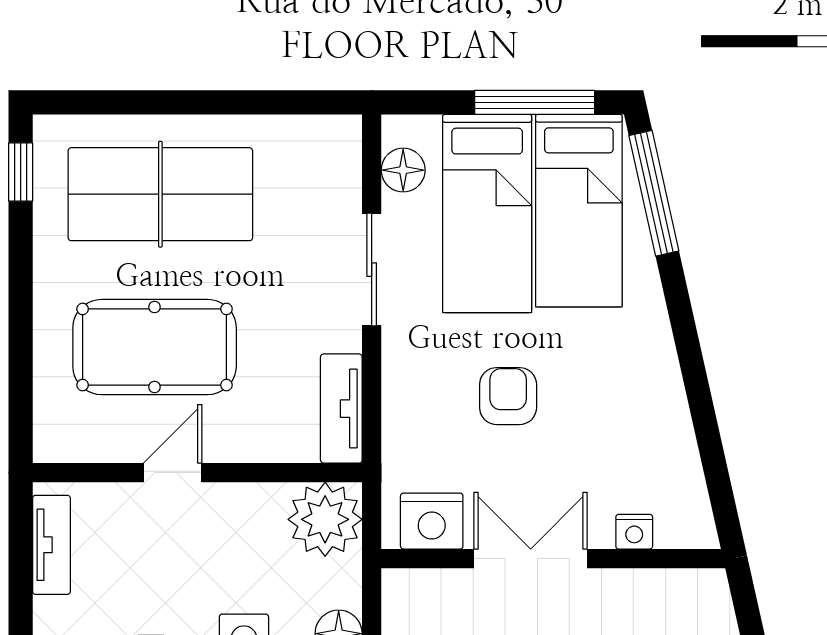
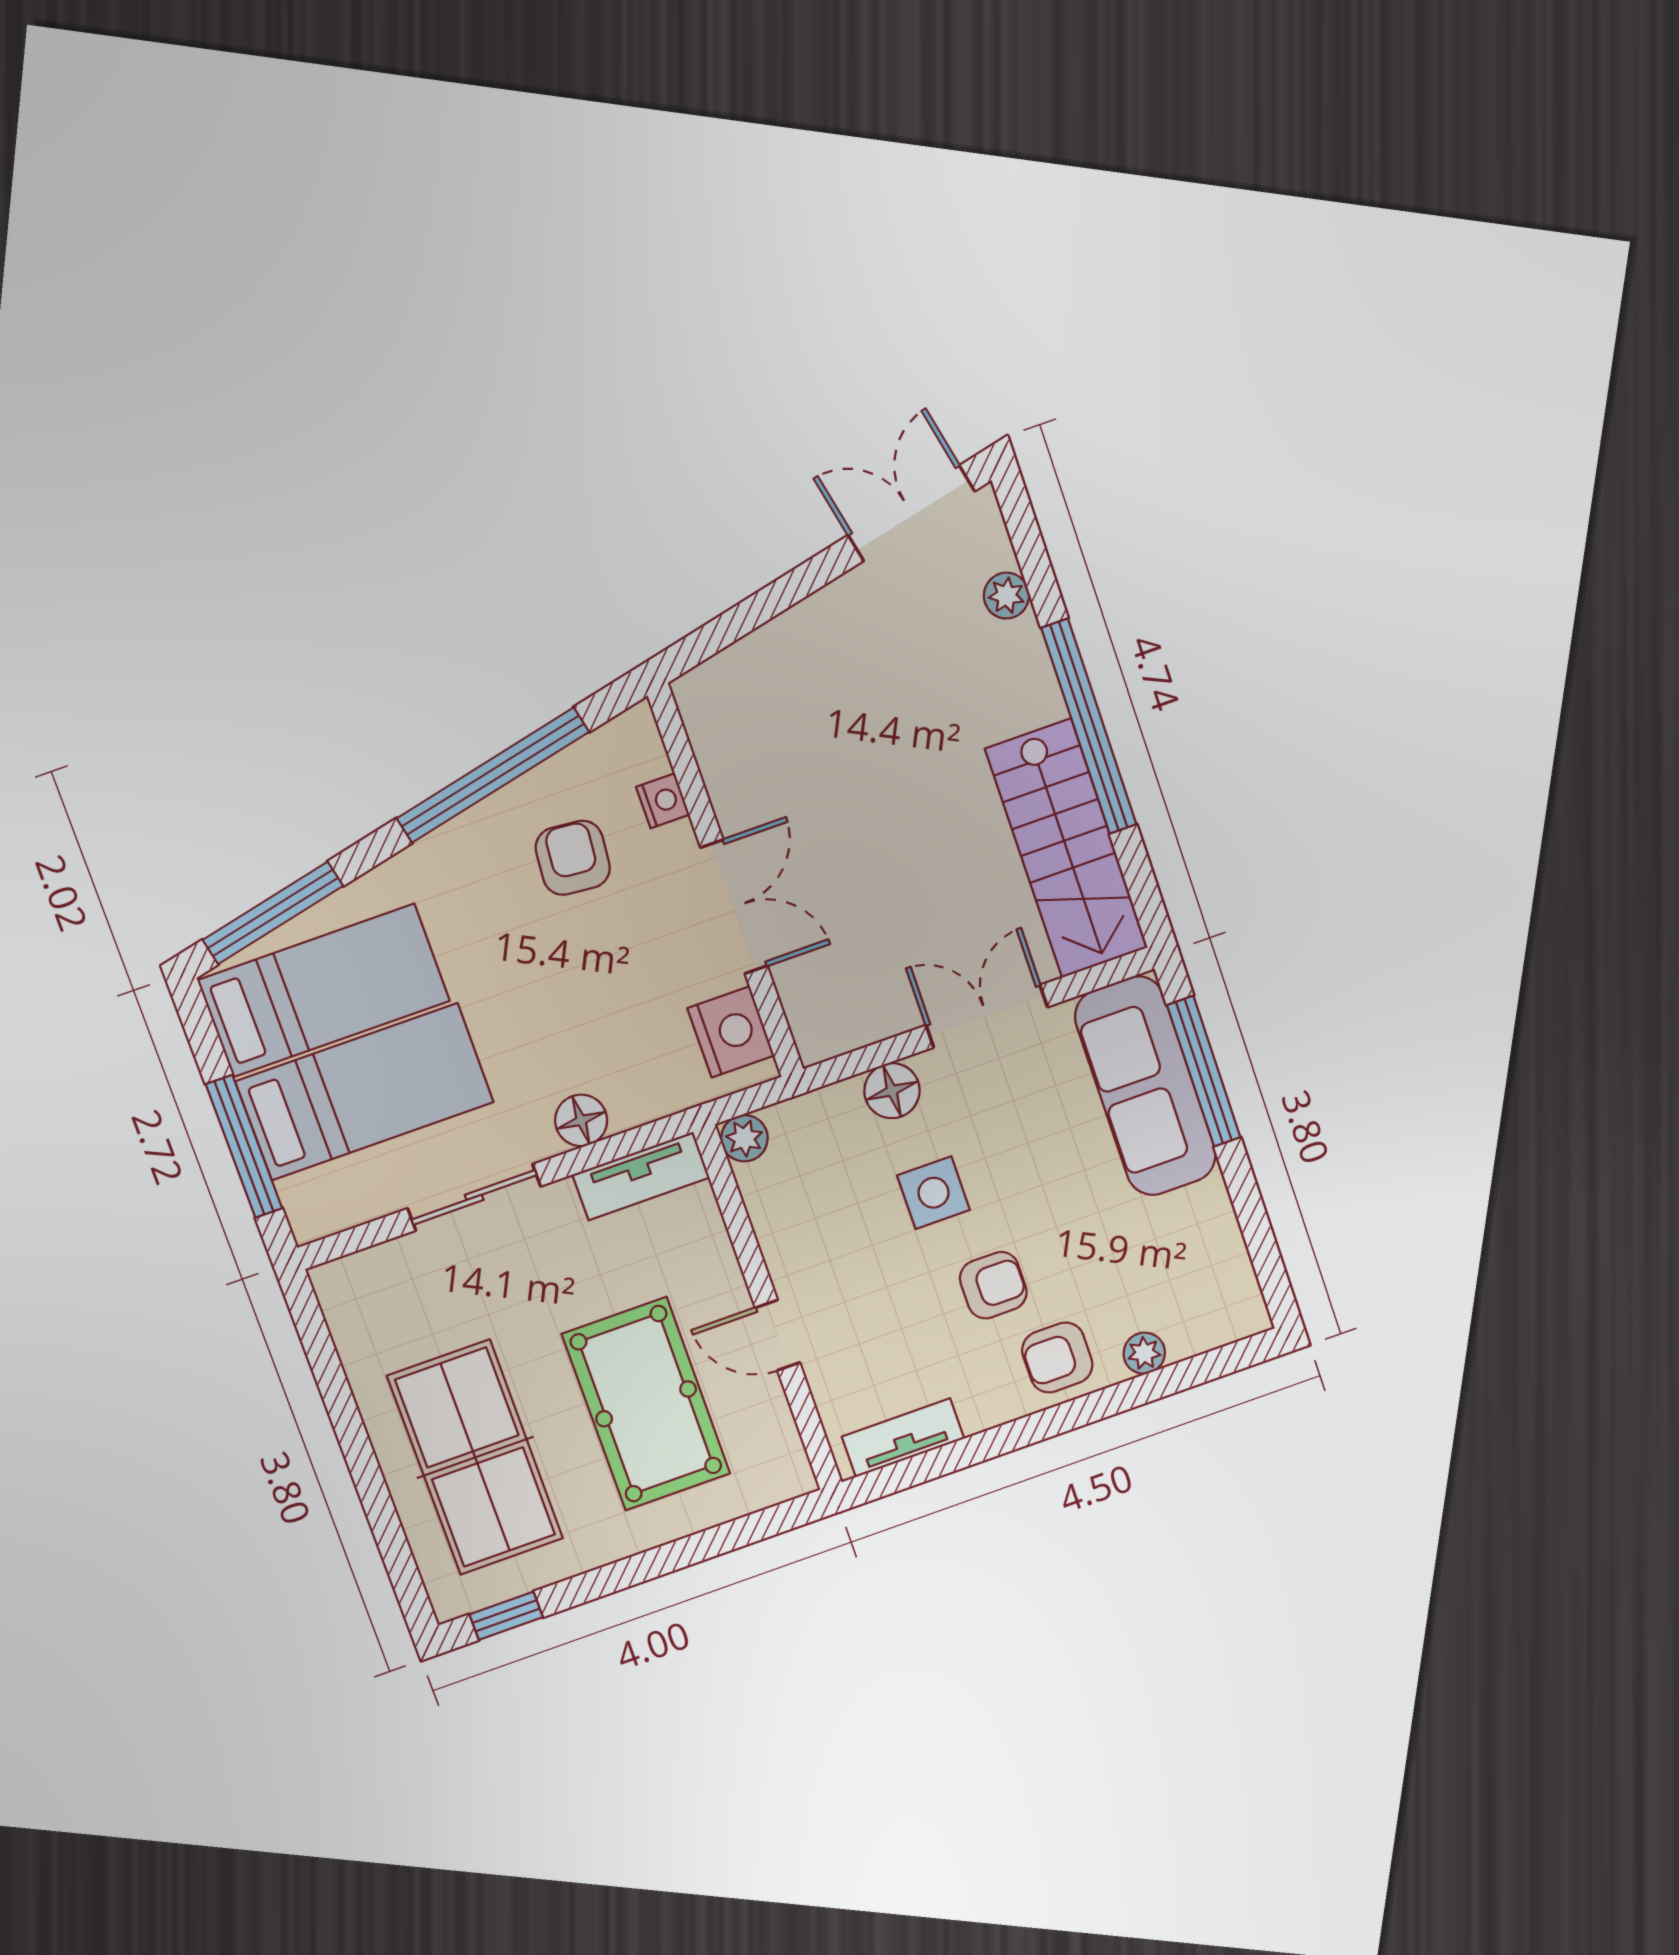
window: (535, 102) -> (244, 1146), moved
floor lamp: (403, 170) -> (581, 1120), moved
armchair: (508, 396) -> (573, 858), moved, turned 95
window: (701, 405) -> (493, 775), added
plant: (325, 519) -> (744, 1138), width x0.53, depth x0.53
double door: (531, 559) -> (734, 907), swing flipped

